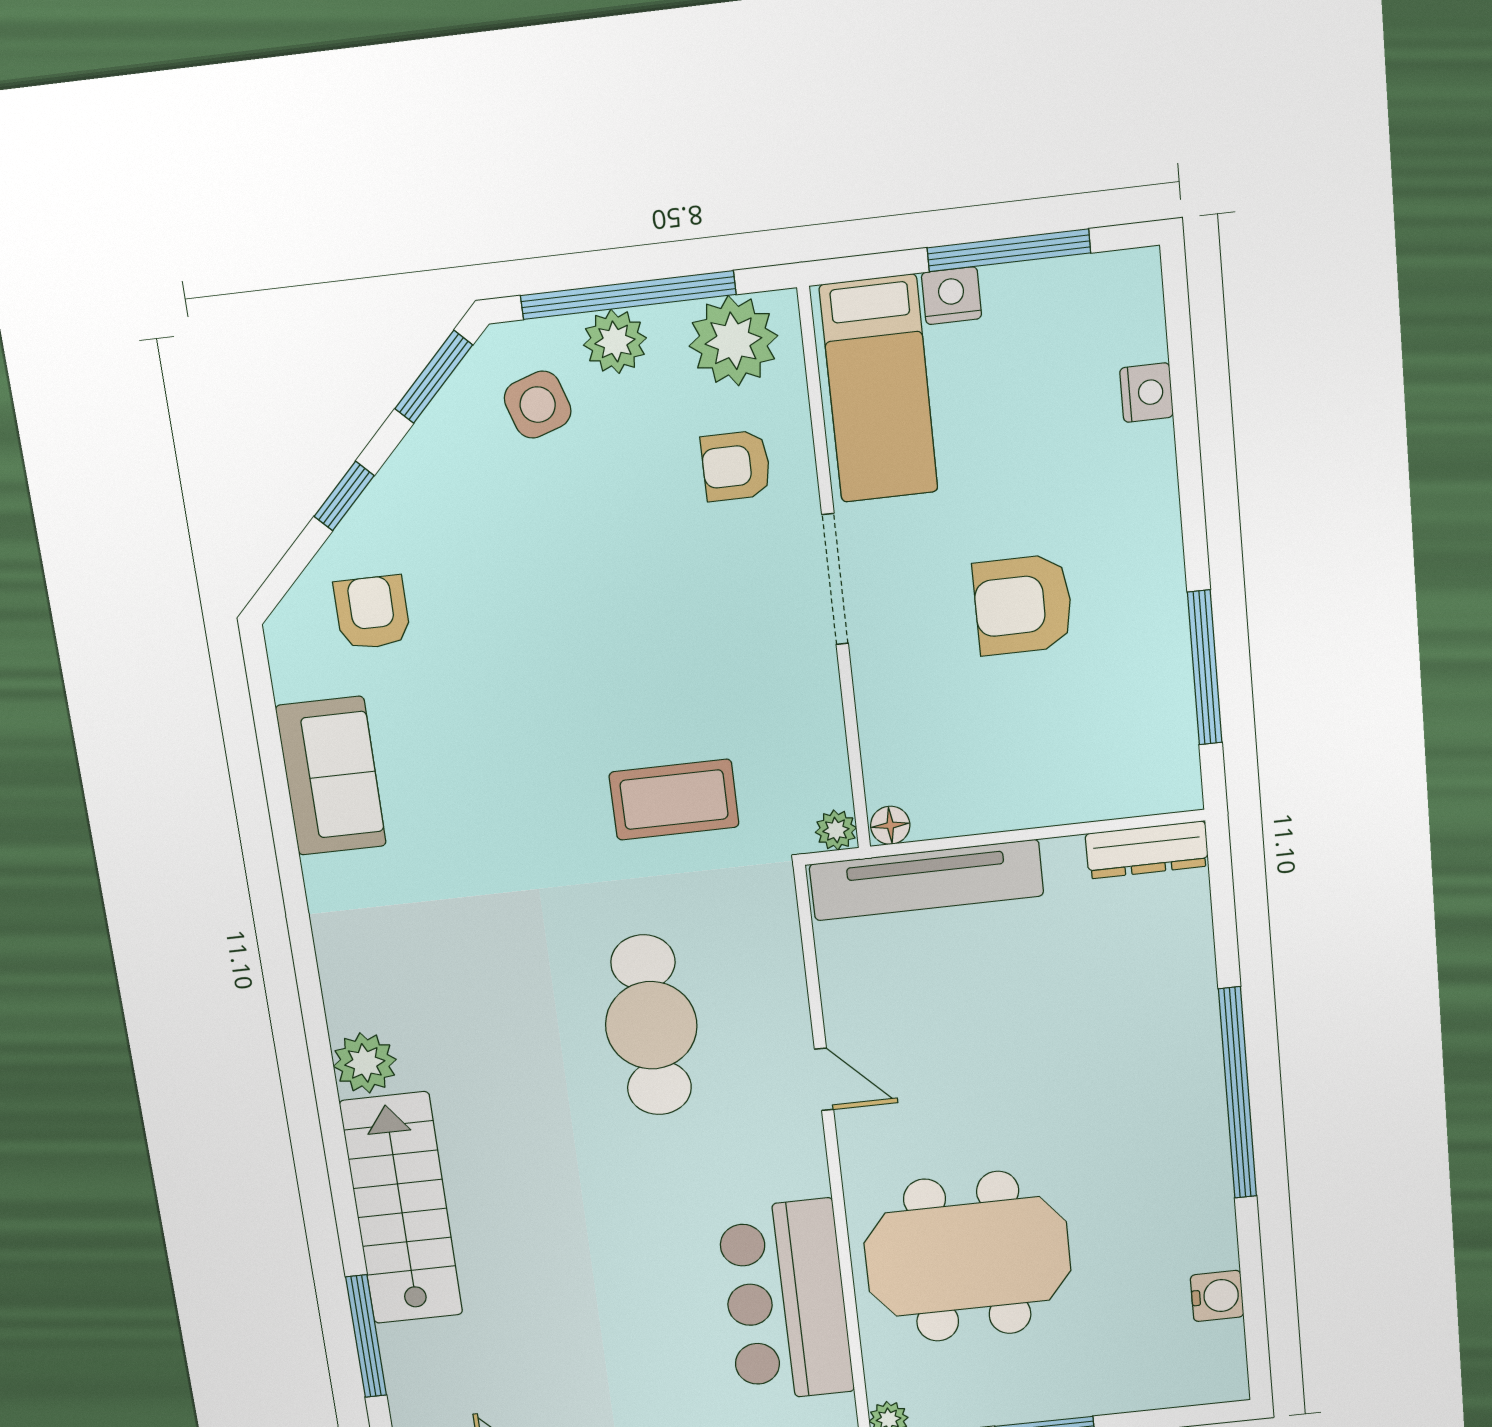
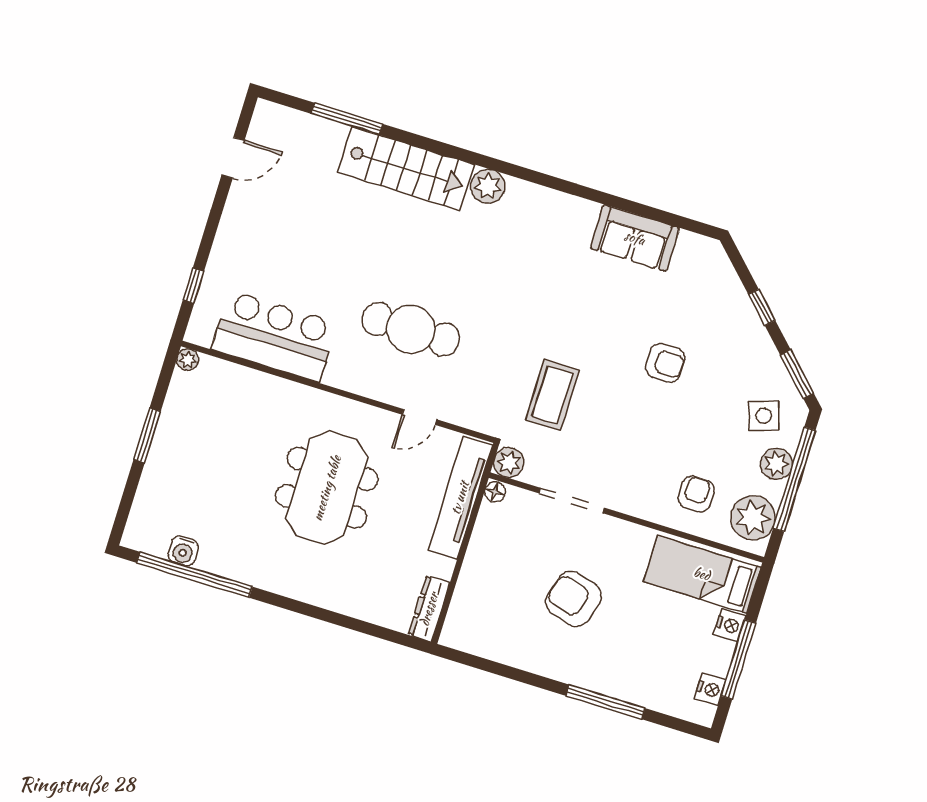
nightstand: (1147, 393) -> (710, 689), moved, turned -90
doorway: (835, 579) -> (572, 501), moved
armchair: (1023, 605) -> (573, 599), turned -74
armchair: (372, 612) -> (665, 363), moved
window: (1205, 668) -> (605, 702), moved
plant: (836, 830) -> (509, 463), width x1.38, depth x1.38
cafe table: (651, 1025) -> (411, 329), moved
door: (824, 1079) -> (419, 417), moved
window: (1238, 1093) -> (194, 575), moved
meeting table: (967, 1257) -> (327, 488), moved

